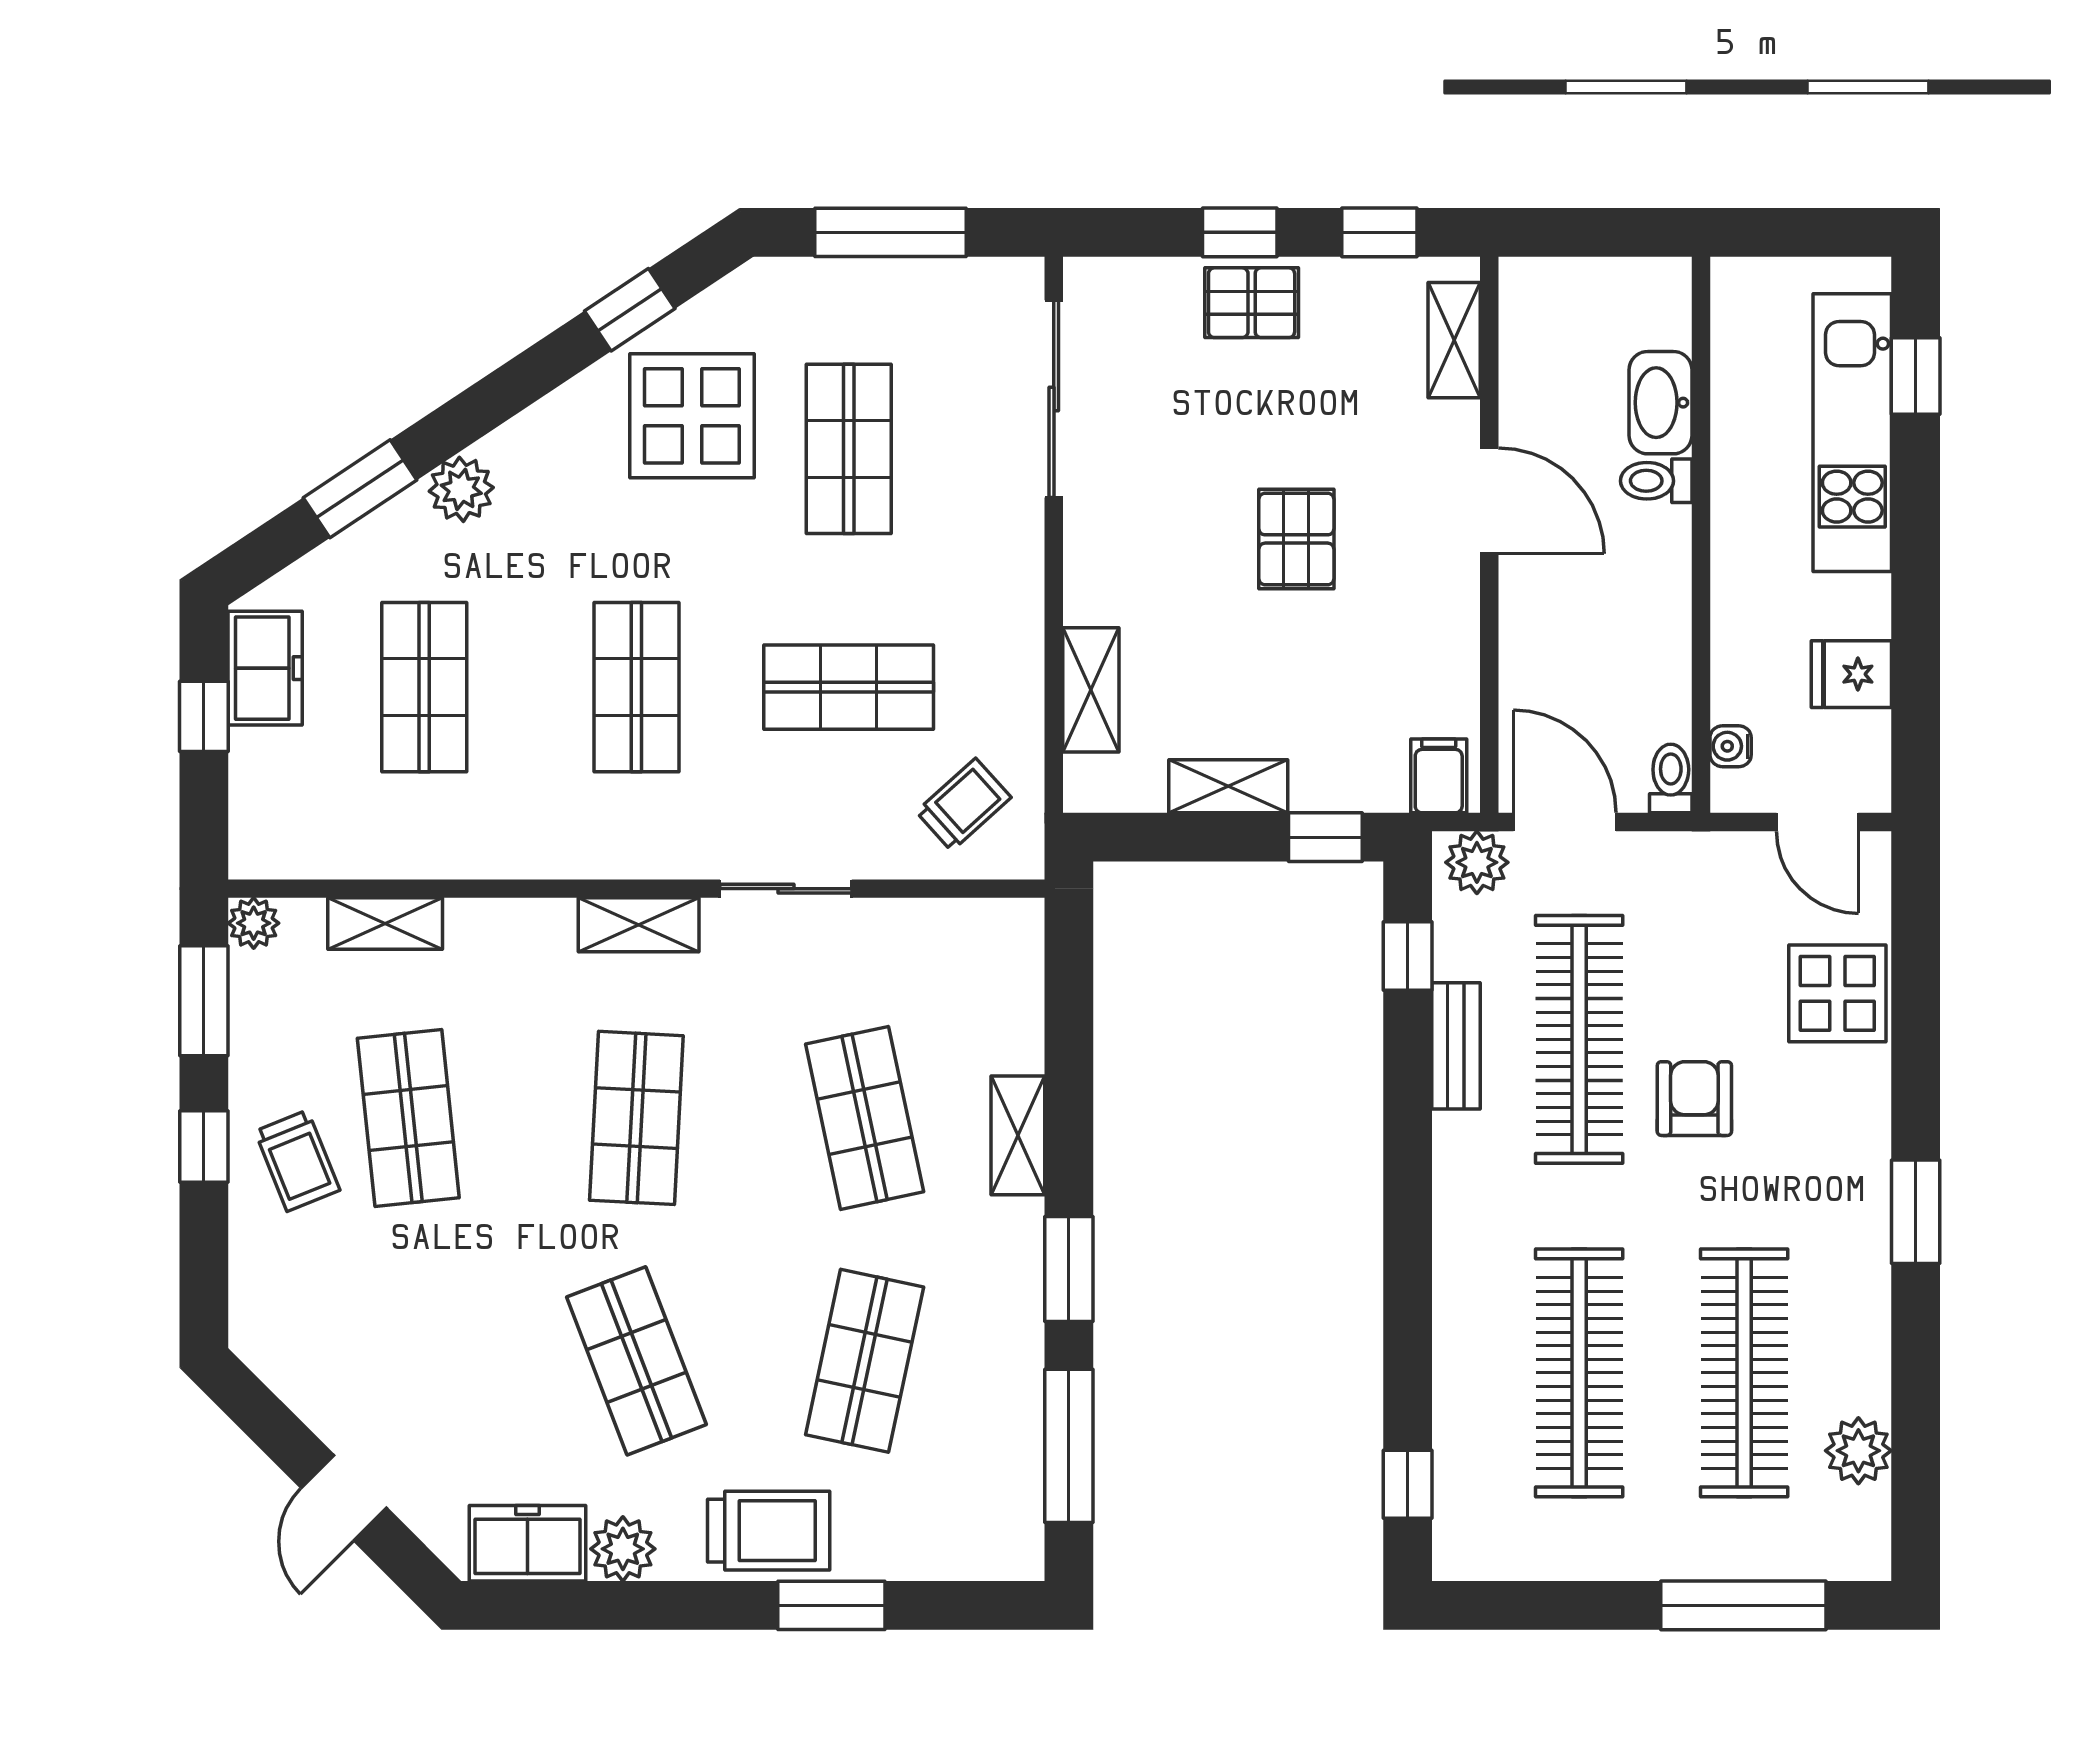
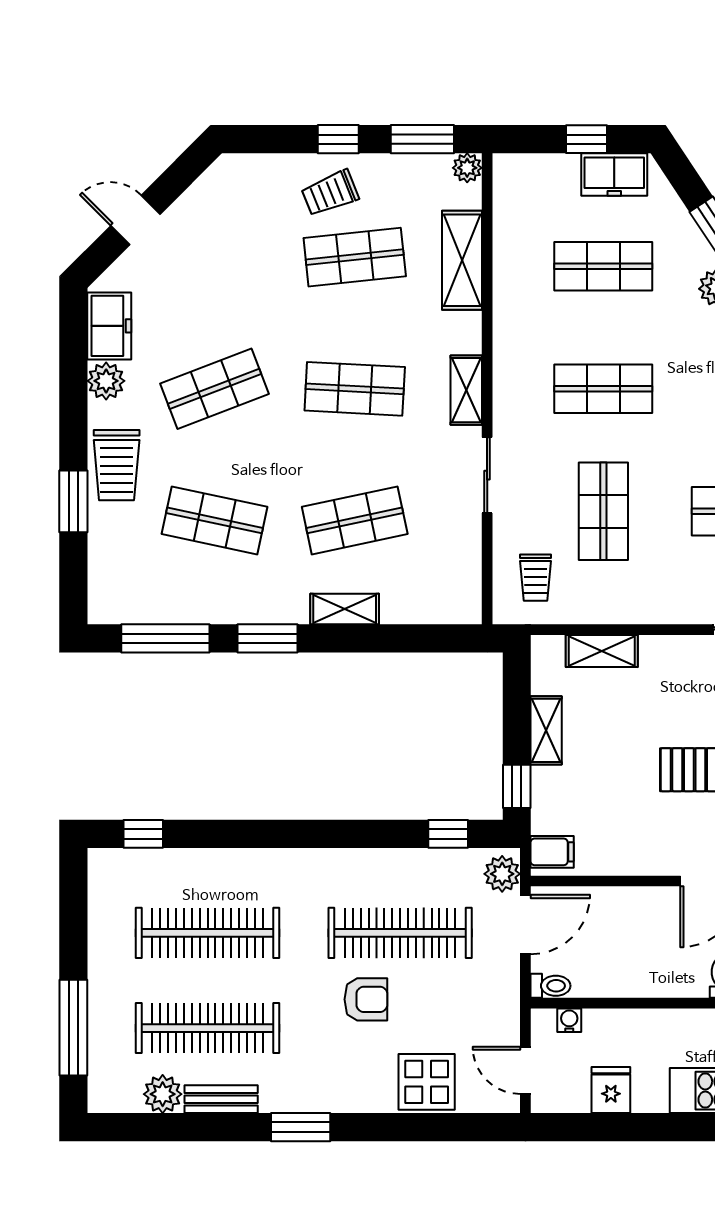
trolley: (964, 805) -> (536, 578), turned 42
door: (1817, 822) -> (525, 1070), hinge flipped
shelving: (385, 923) -> (462, 260), width x1.50, depth x1.33
bench: (1456, 1046) -> (221, 1099), moved

